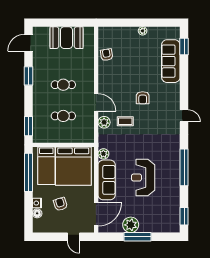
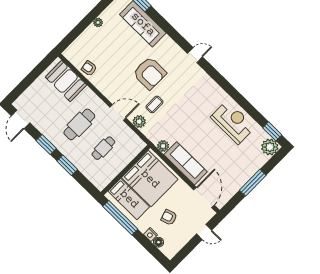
booth: (66, 38) -> (66, 81), moved, turned 90
cafe table: (63, 85) -> (79, 124), width x1.37, depth x1.35
armchair: (143, 98) -> (150, 73), width x1.88, depth x1.88
window: (28, 126) -> (67, 165), moved
window: (184, 167) -> (235, 94), removed
reception desk: (143, 178) -> (233, 122), moved, turned 180
plant: (131, 225) -> (270, 147), moved

